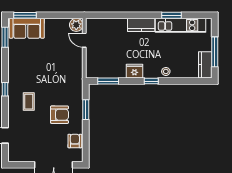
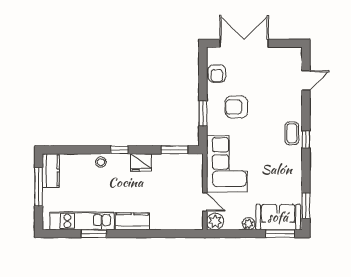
plant: (50, 23) -> (249, 224), added
corner sofa: (67, 70) -> (227, 164), added
coffee table: (29, 102) -> (292, 133), moved

